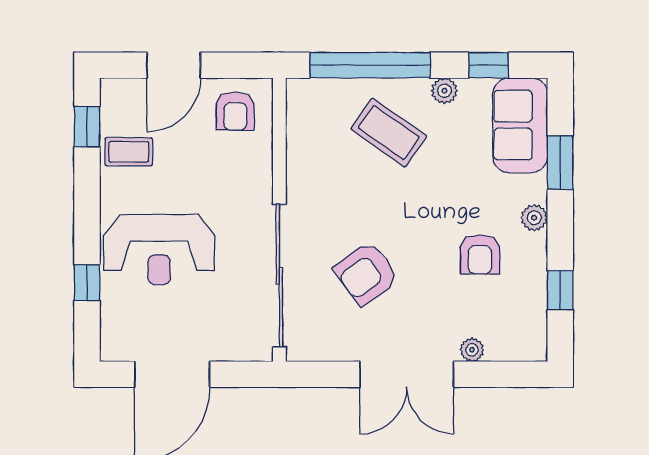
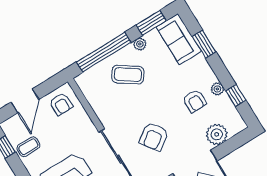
window: (489, 65) -> (151, 23), width x1.50
plant: (534, 218) -> (217, 89), moved
plant: (472, 350) -> (217, 134), width x1.87, depth x1.87

